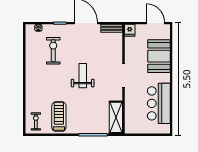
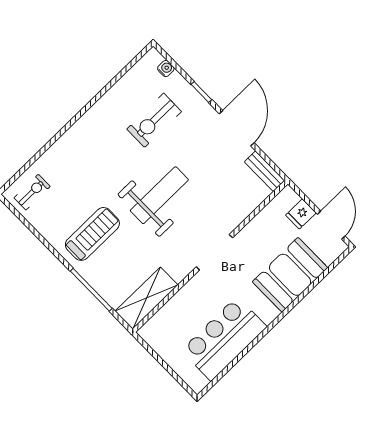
fridge: (130, 30) -> (301, 214), moved
exercise bike: (53, 51) -> (154, 120), turned 180
weight bench: (83, 76) -> (159, 195), width x1.36, depth x1.33
treadmill: (59, 117) -> (92, 234), moved

